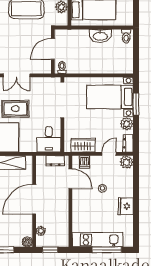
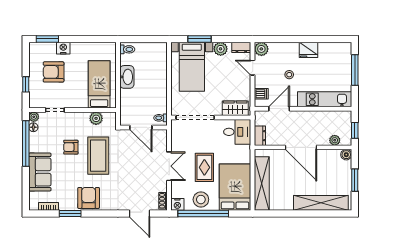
wardrobe: (83, 145) -> (235, 108), moved, turned 90
dresser: (55, 161) -> (260, 136), moved
kitchen unit: (98, 240) -> (325, 99), moved, turned 90

